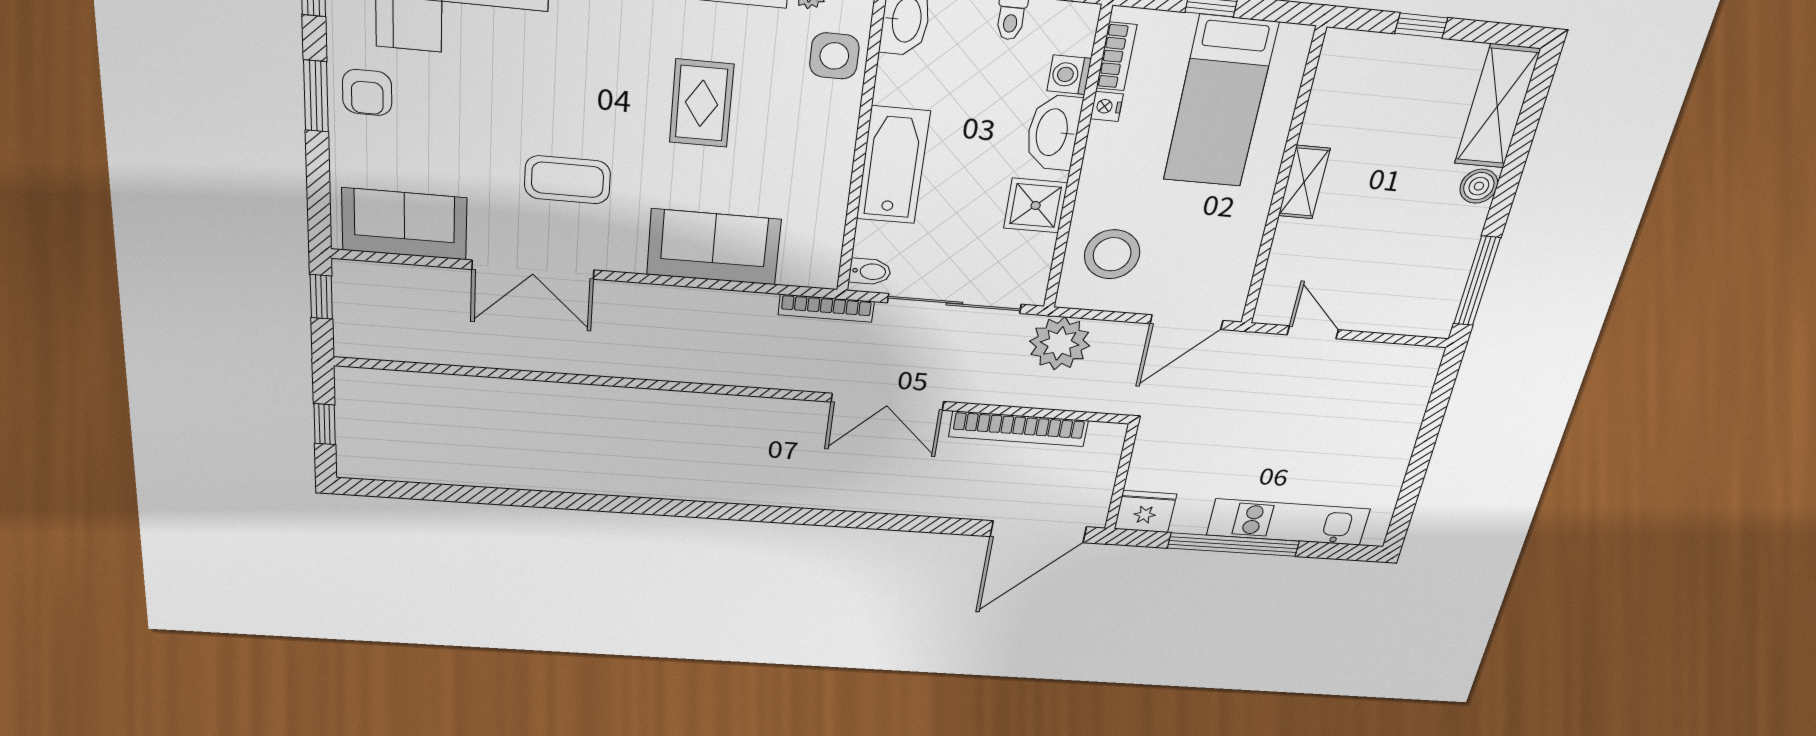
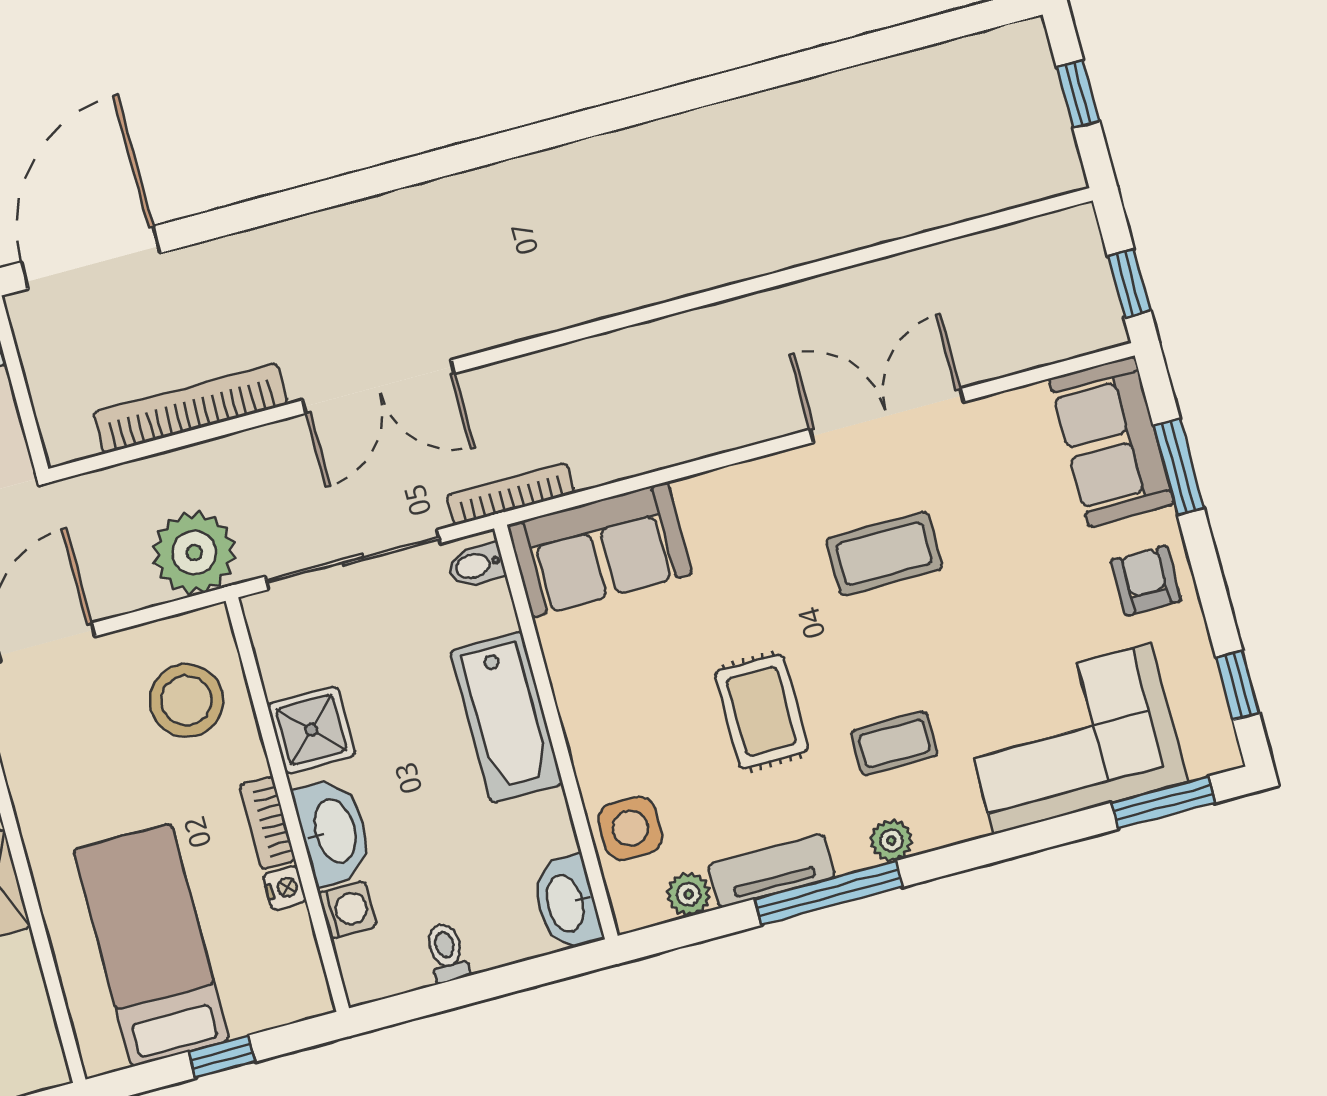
coffee table: (607, 44) -> (894, 743), added
bookcase: (1116, 56) -> (267, 823), moved
window: (316, 96) -> (1179, 467), moved
sofa: (405, 224) -> (1112, 441), moved, turned 90
sofa: (714, 247) -> (600, 550), moved
double door: (887, 402) -> (378, 387), swing flipped

